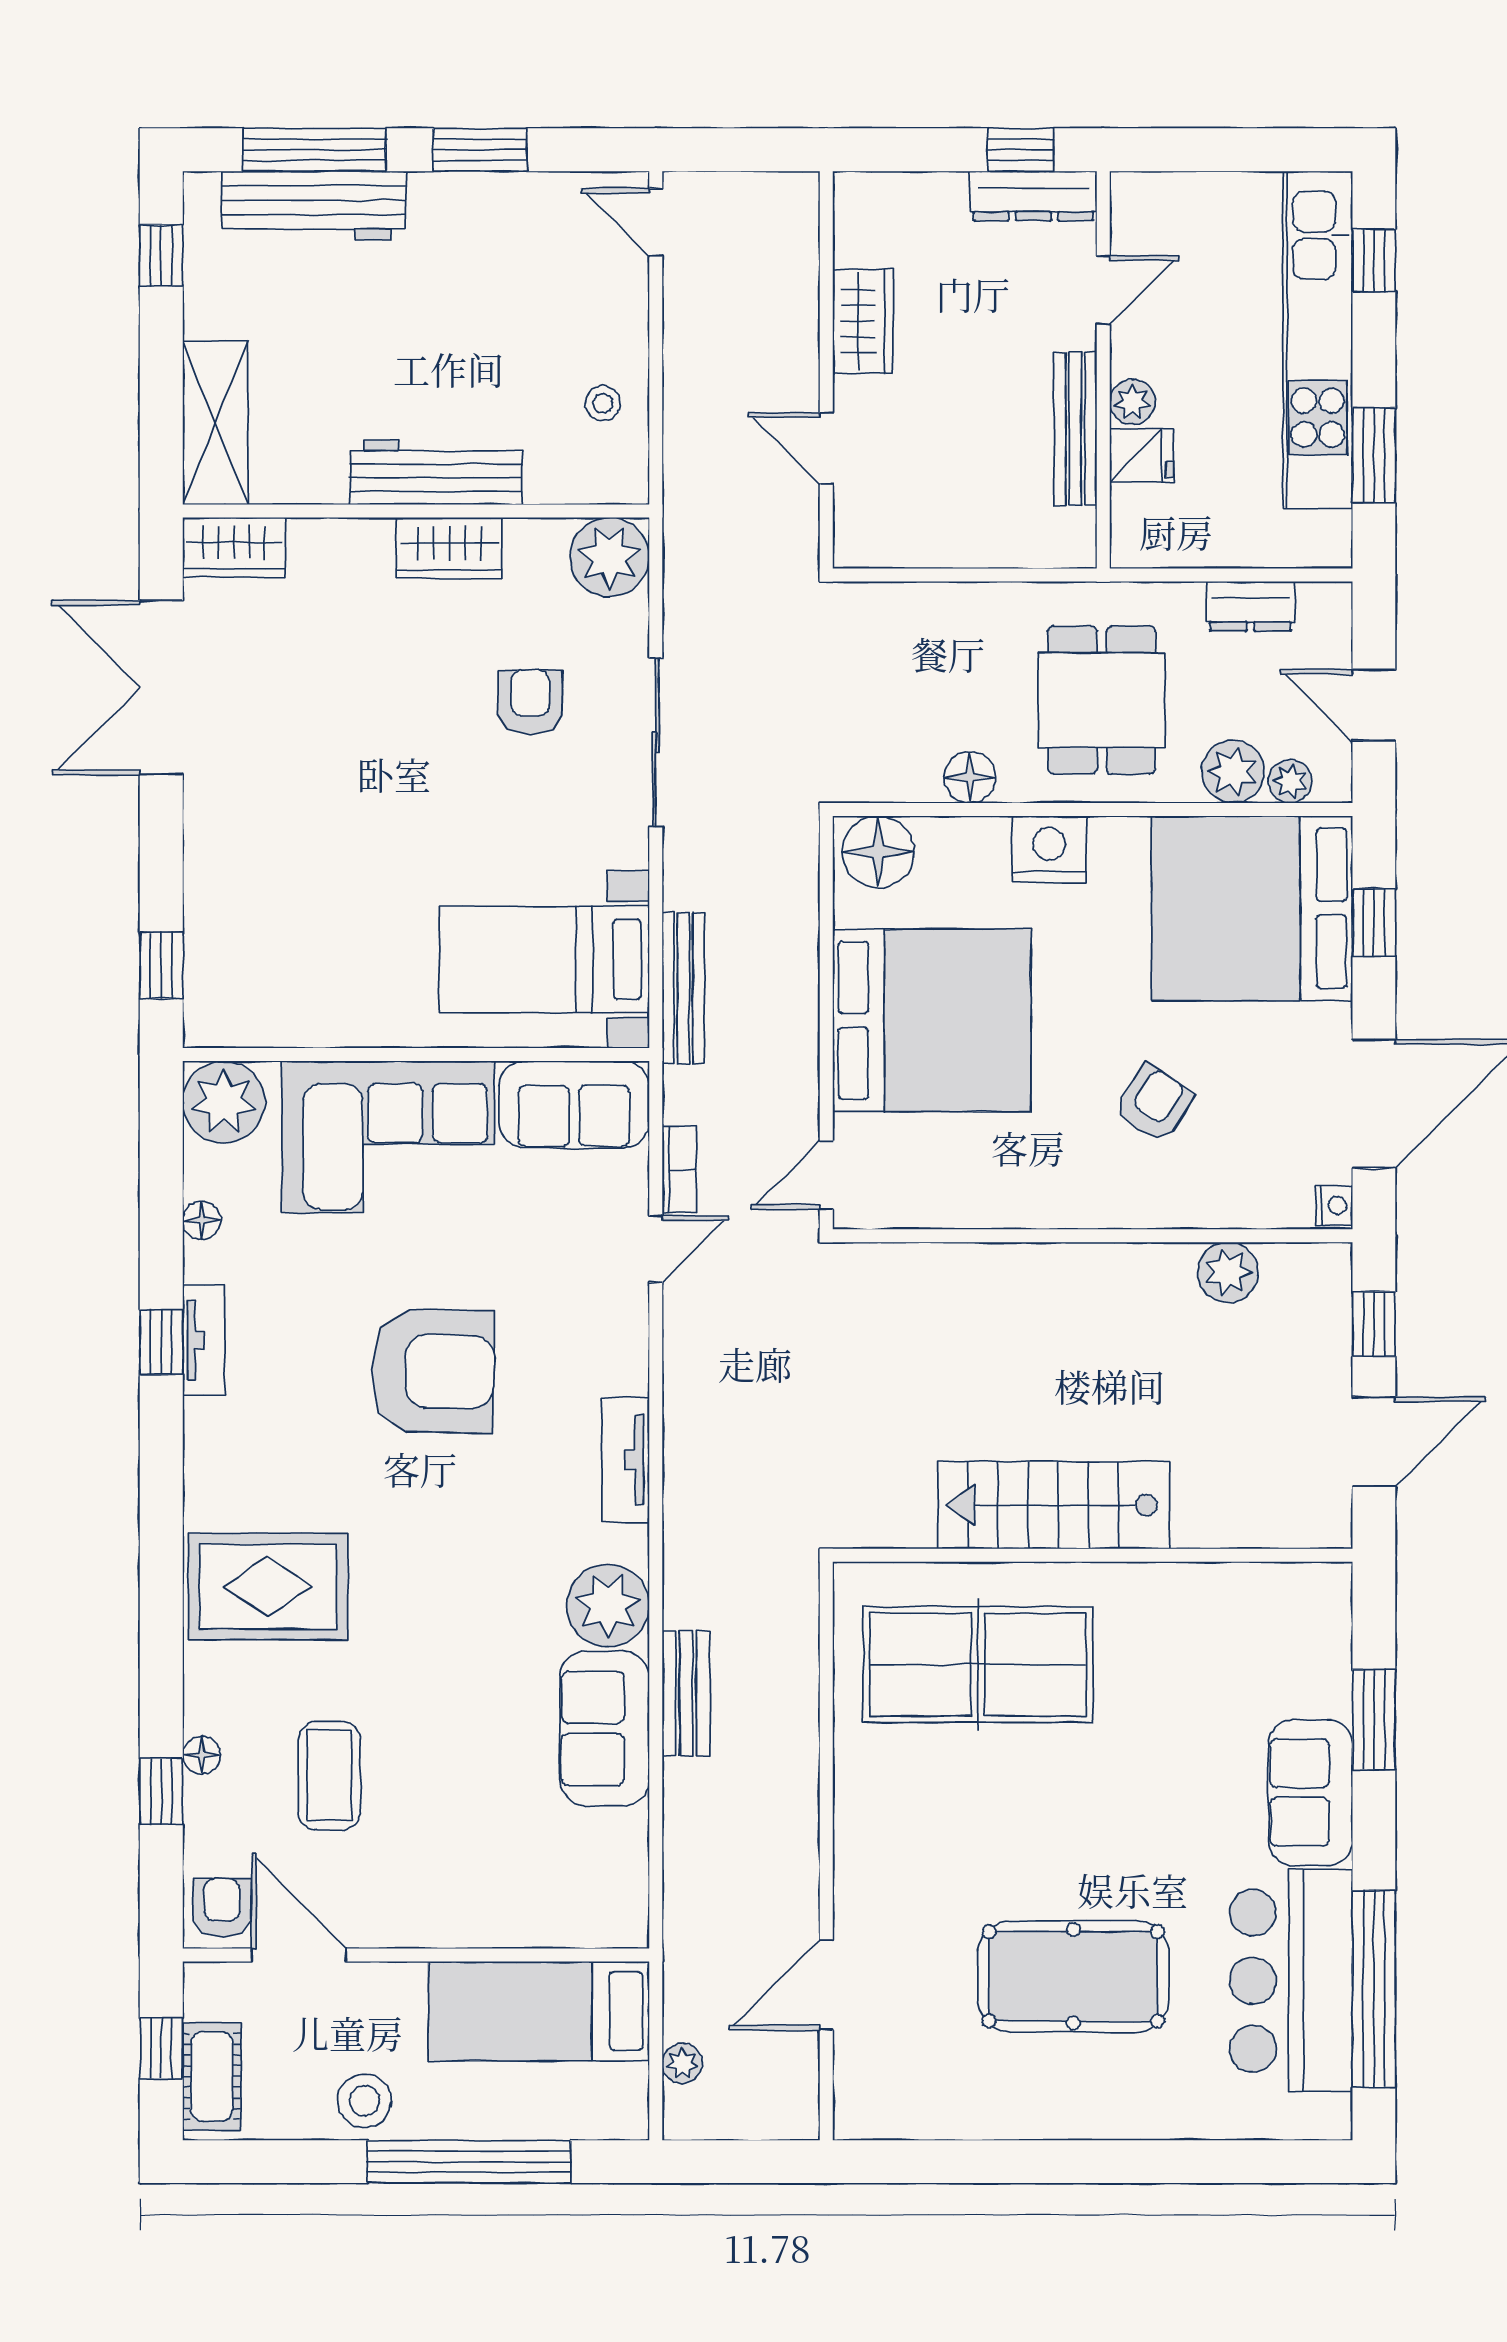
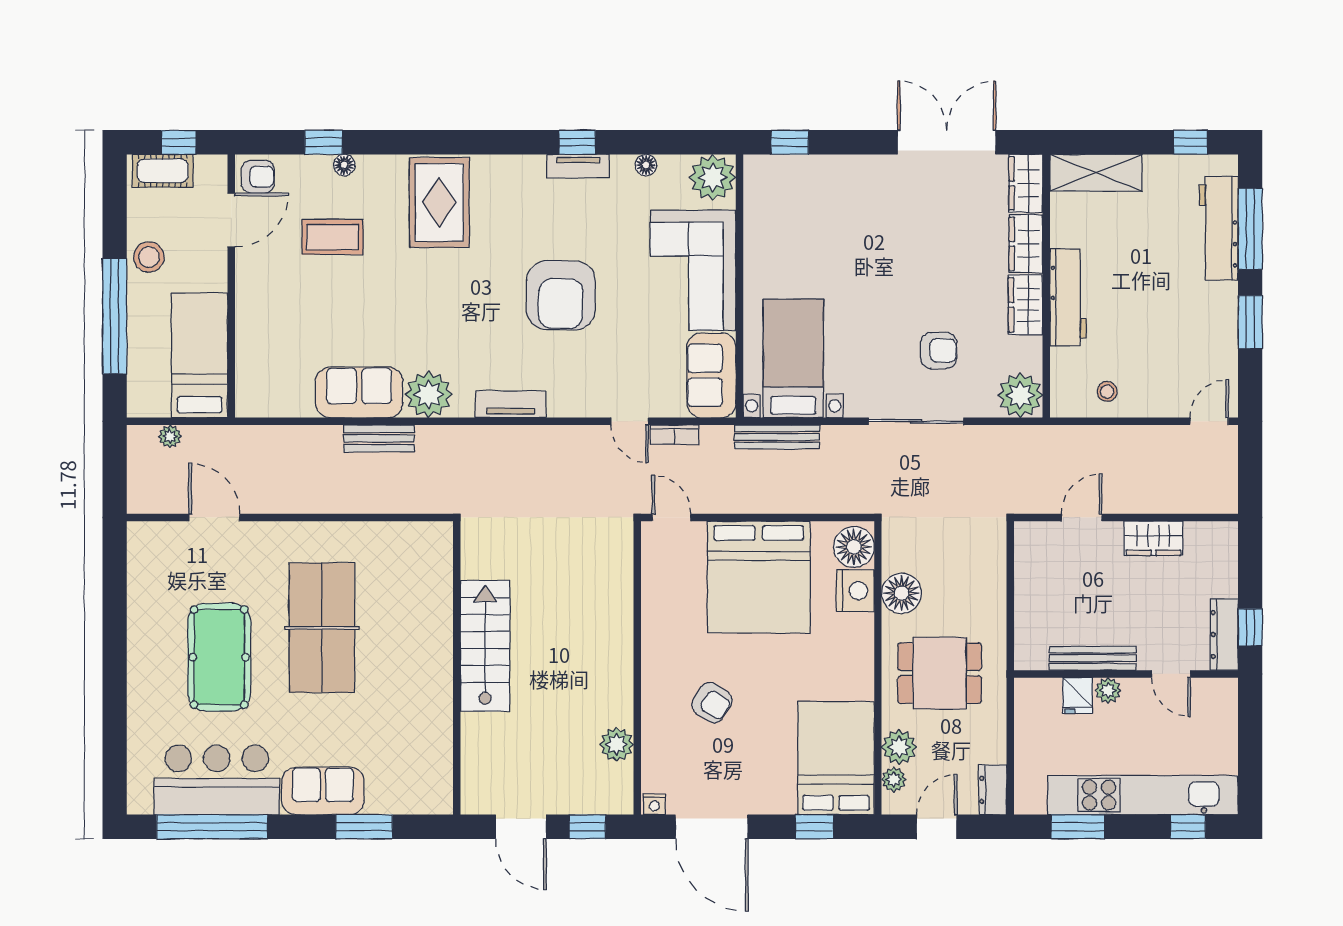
wardrobe: (341, 547) -> (1026, 244), added
dresser: (1250, 606) -> (993, 790), moved
floor lamp: (970, 777) -> (901, 593), width x1.38, depth x1.38
nightstand: (1049, 849) -> (855, 591), moved
bed: (1252, 908) -> (836, 758), width x0.73
table tennis table: (978, 1664) -> (322, 628), moved

